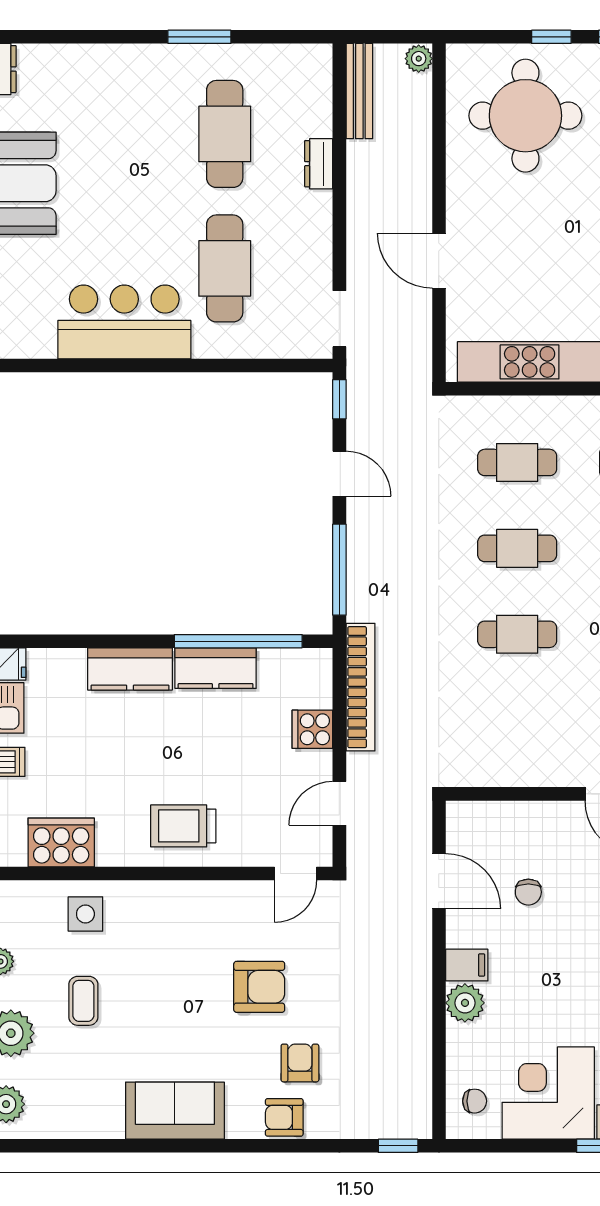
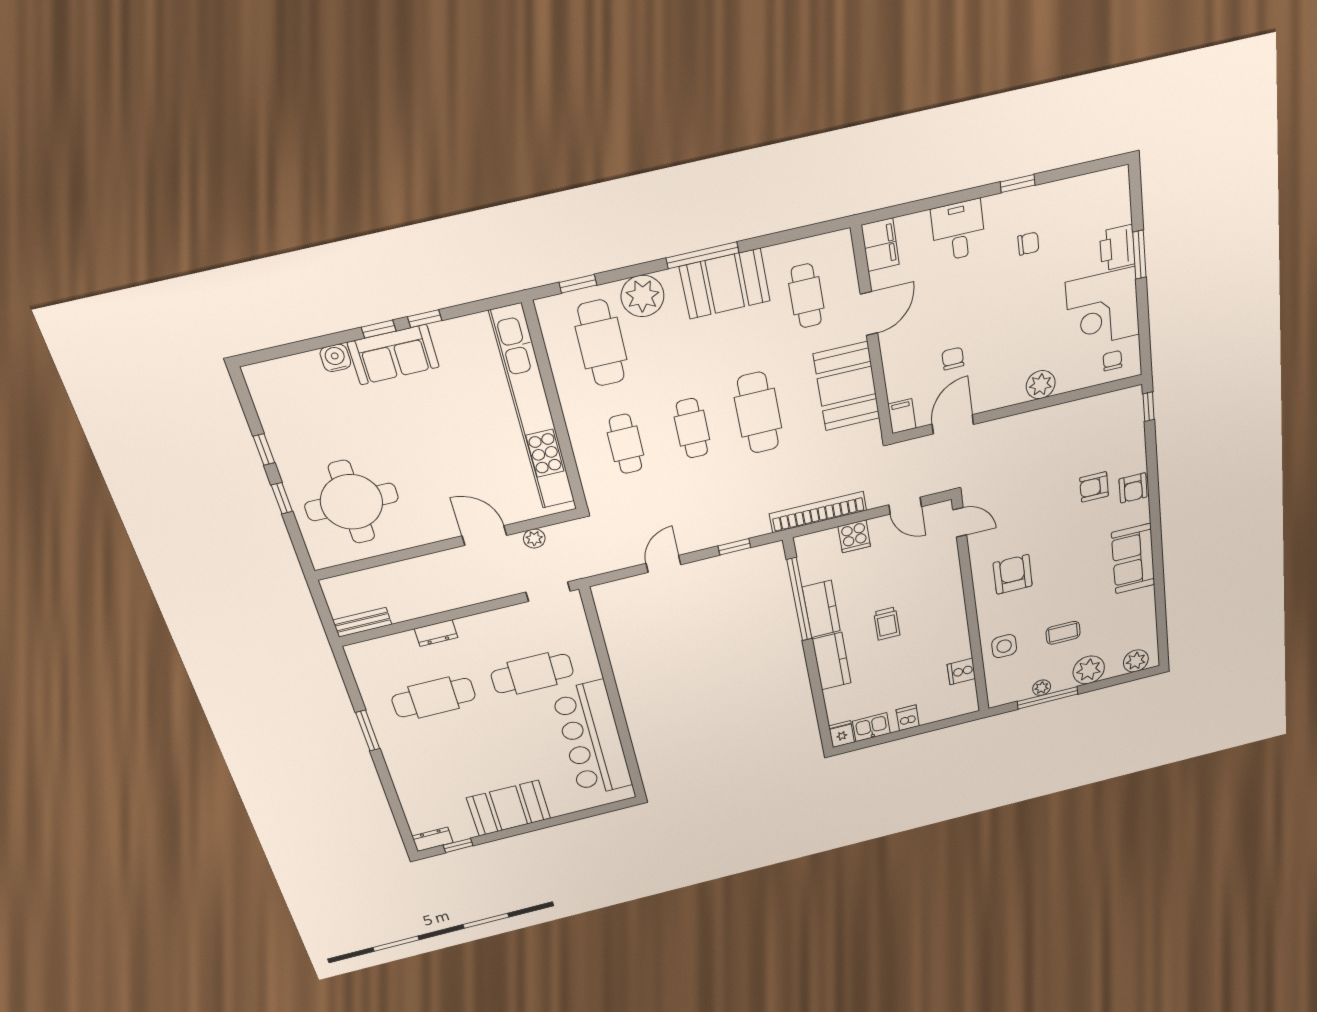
plant: (419, 59) -> (534, 538), moved
bench: (359, 91) -> (362, 622), width x0.73
door: (439, 261) -> (484, 536), swing flipped
bar counter: (124, 322) -> (592, 739), width x1.36
window: (339, 399) -> (608, 577), removed
window: (339, 570) -> (734, 547), width x0.46
cafe table: (517, 634) -> (758, 413), width x1.37, depth x1.35
booth: (525, 752) -> (847, 386), added
trolley: (183, 826) -> (887, 624), moved, width x0.73, depth x0.72
cooker: (61, 842) -> (961, 672), width x0.53, depth x0.76
chair: (528, 892) -> (953, 359), turned -90
filing cabinet: (467, 965) -> (902, 416), moved
armchair: (259, 987) -> (1013, 574), moved

